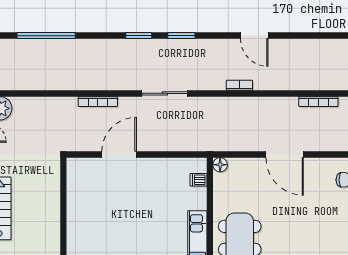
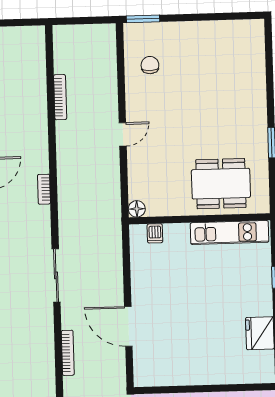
door: (285, 154) -> (123, 134), width x0.53

